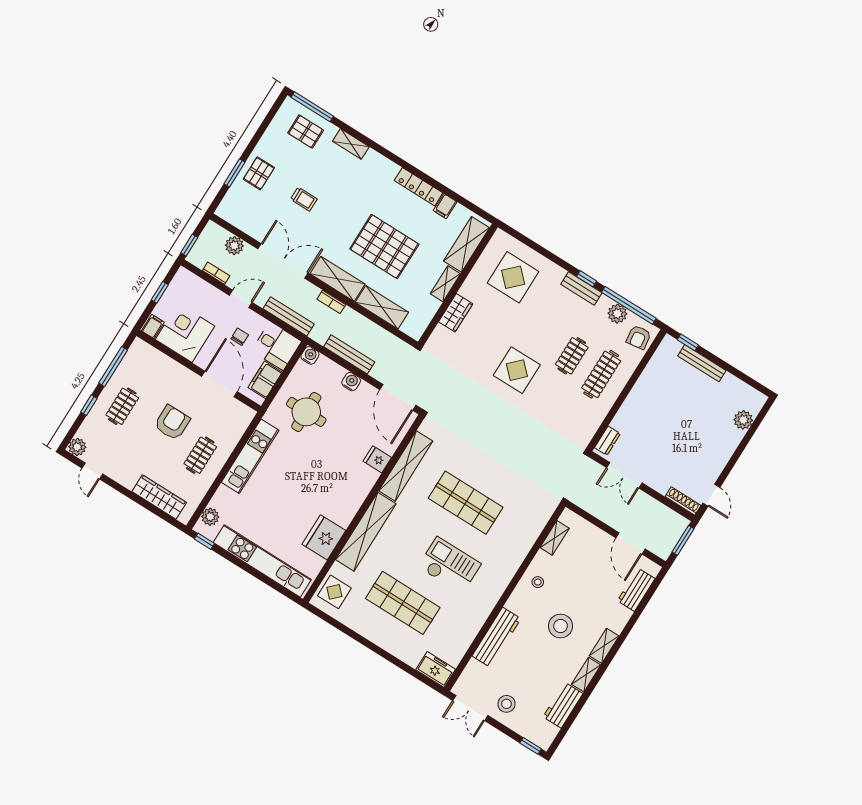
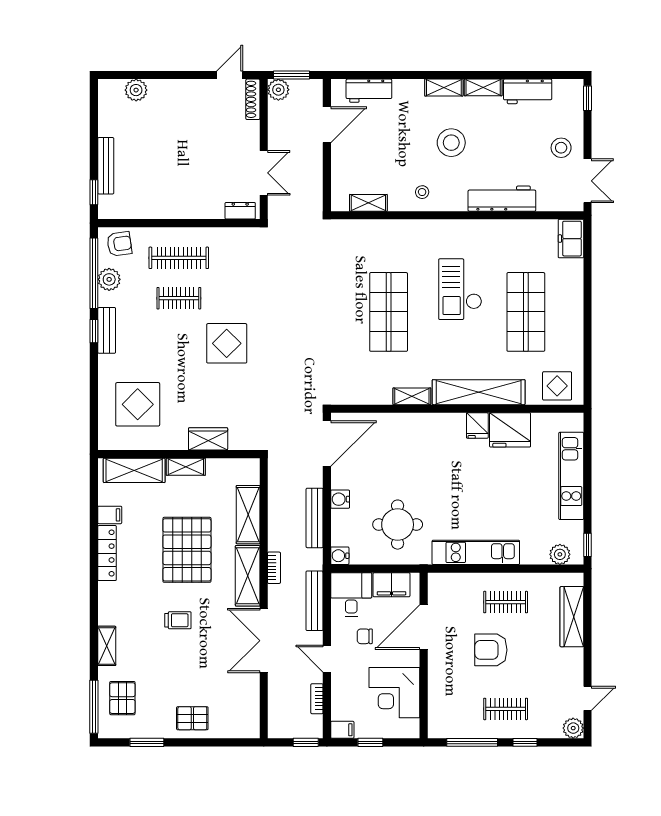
window: (235, 173) -> (147, 742), moved
trolley: (304, 199) -> (178, 620), moved, turned 90
plant: (234, 246) -> (278, 90), moved
filing cabinet: (153, 326) -> (342, 730), moved, turned 180
fridge: (377, 459) -> (477, 426), moved
shelving: (406, 466) -> (412, 396), width x0.45, depth x0.75
kitchen unit: (262, 561) -> (571, 476), width x0.73

